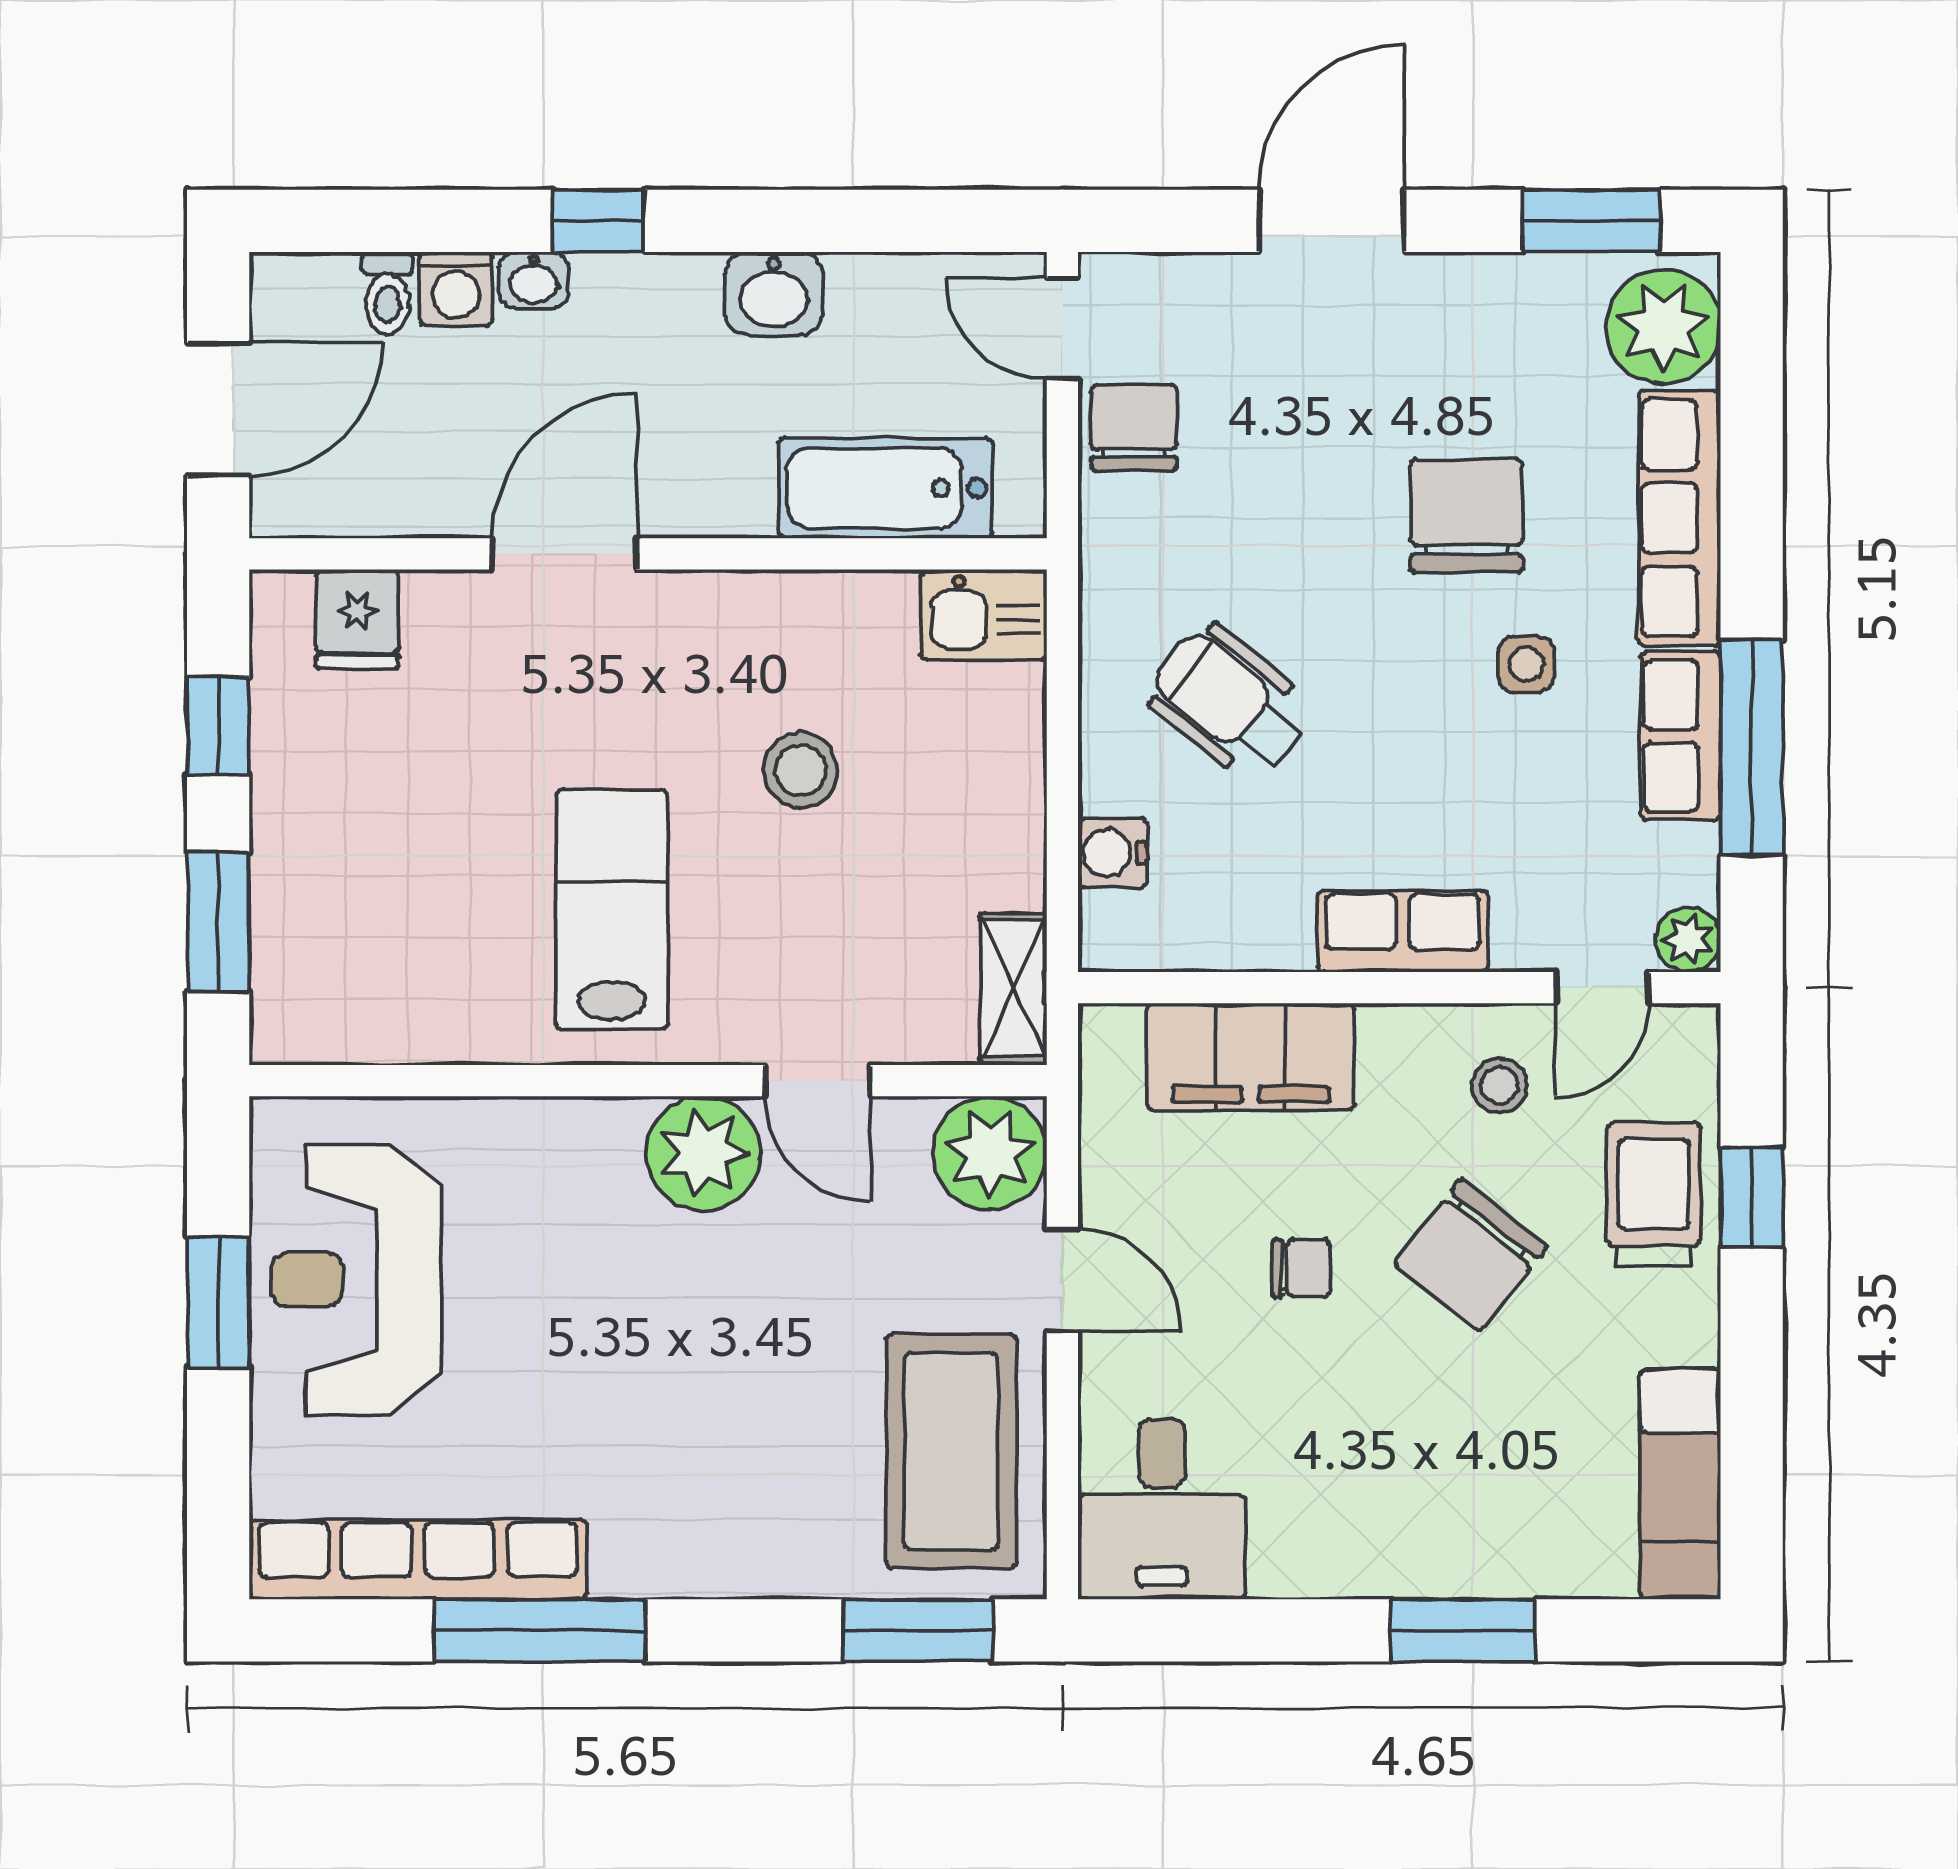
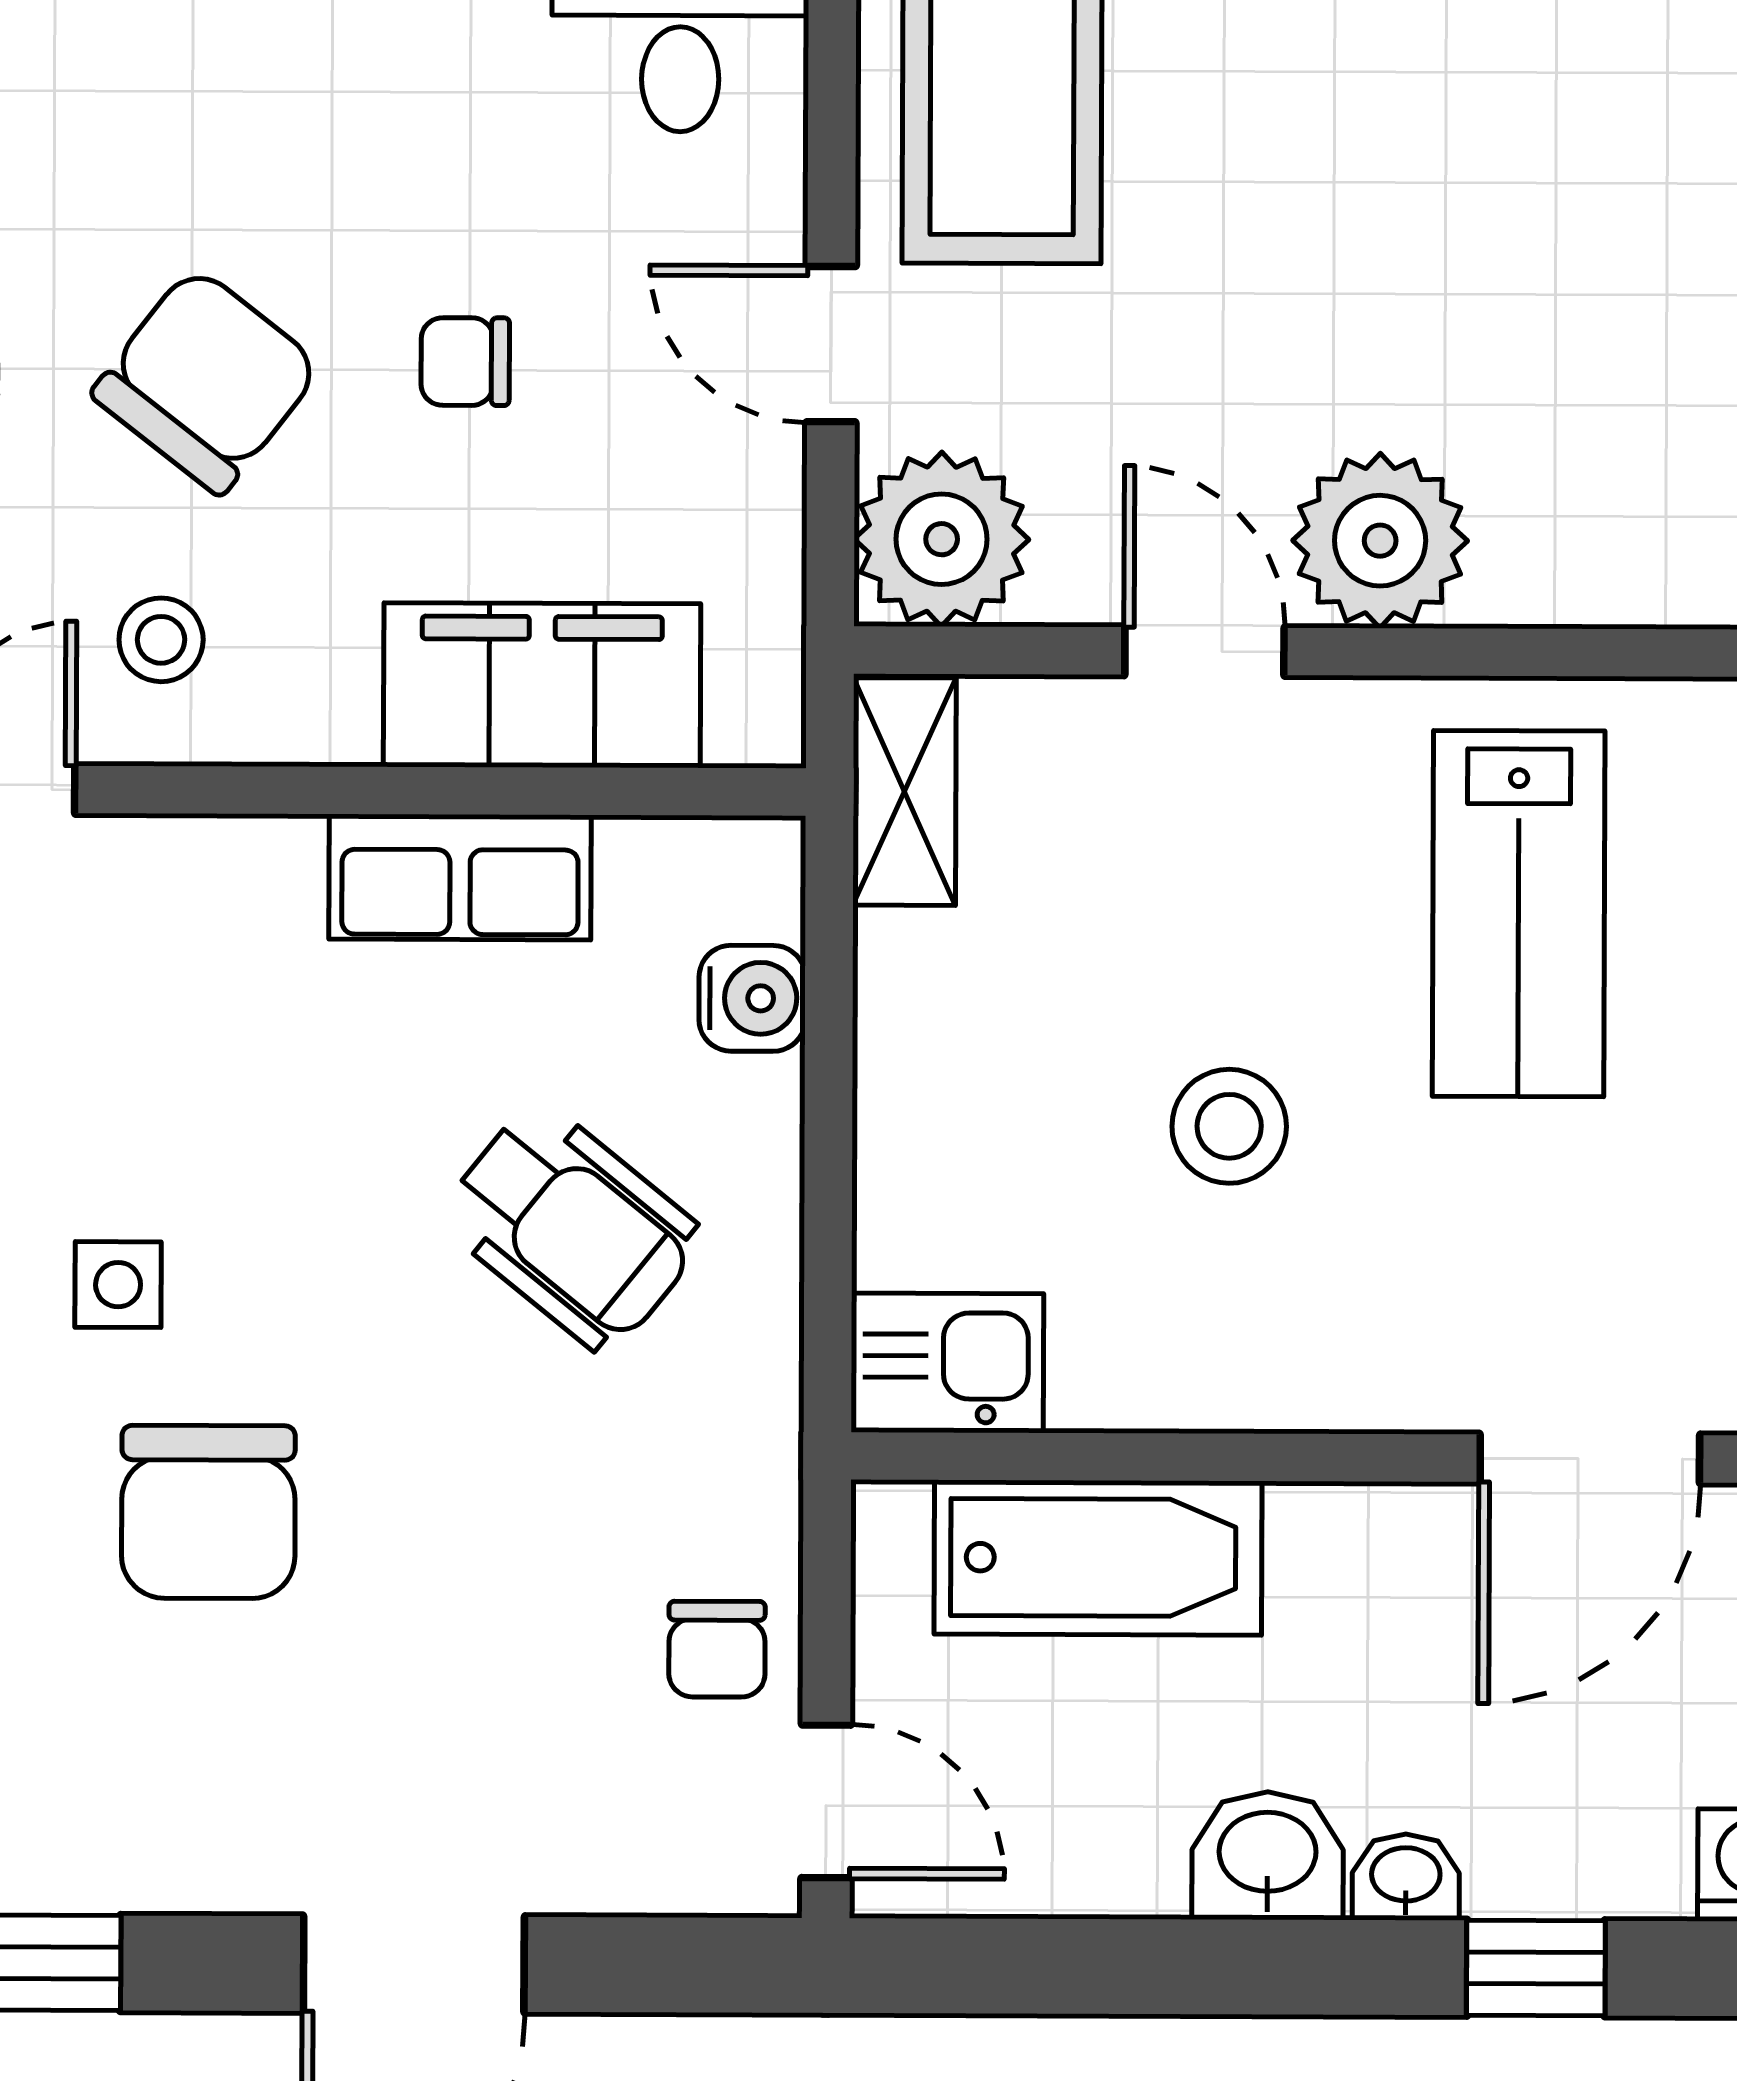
washbasin: (534, 280) -> (1406, 1877), moved
chair: (1134, 427) -> (717, 1649), width x0.73, depth x0.73
row of seats: (1403, 931) -> (460, 877), moved

